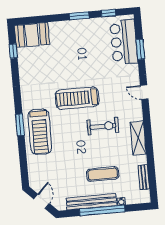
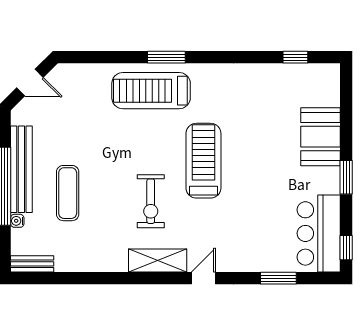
window: (108, 13) -> (346, 248), moved
booth: (32, 35) -> (320, 137), moved
bar counter: (124, 42) -> (319, 233), moved, turned -90
shelving: (138, 138) -> (158, 260), moved
bench: (144, 177) -> (32, 264), moved

